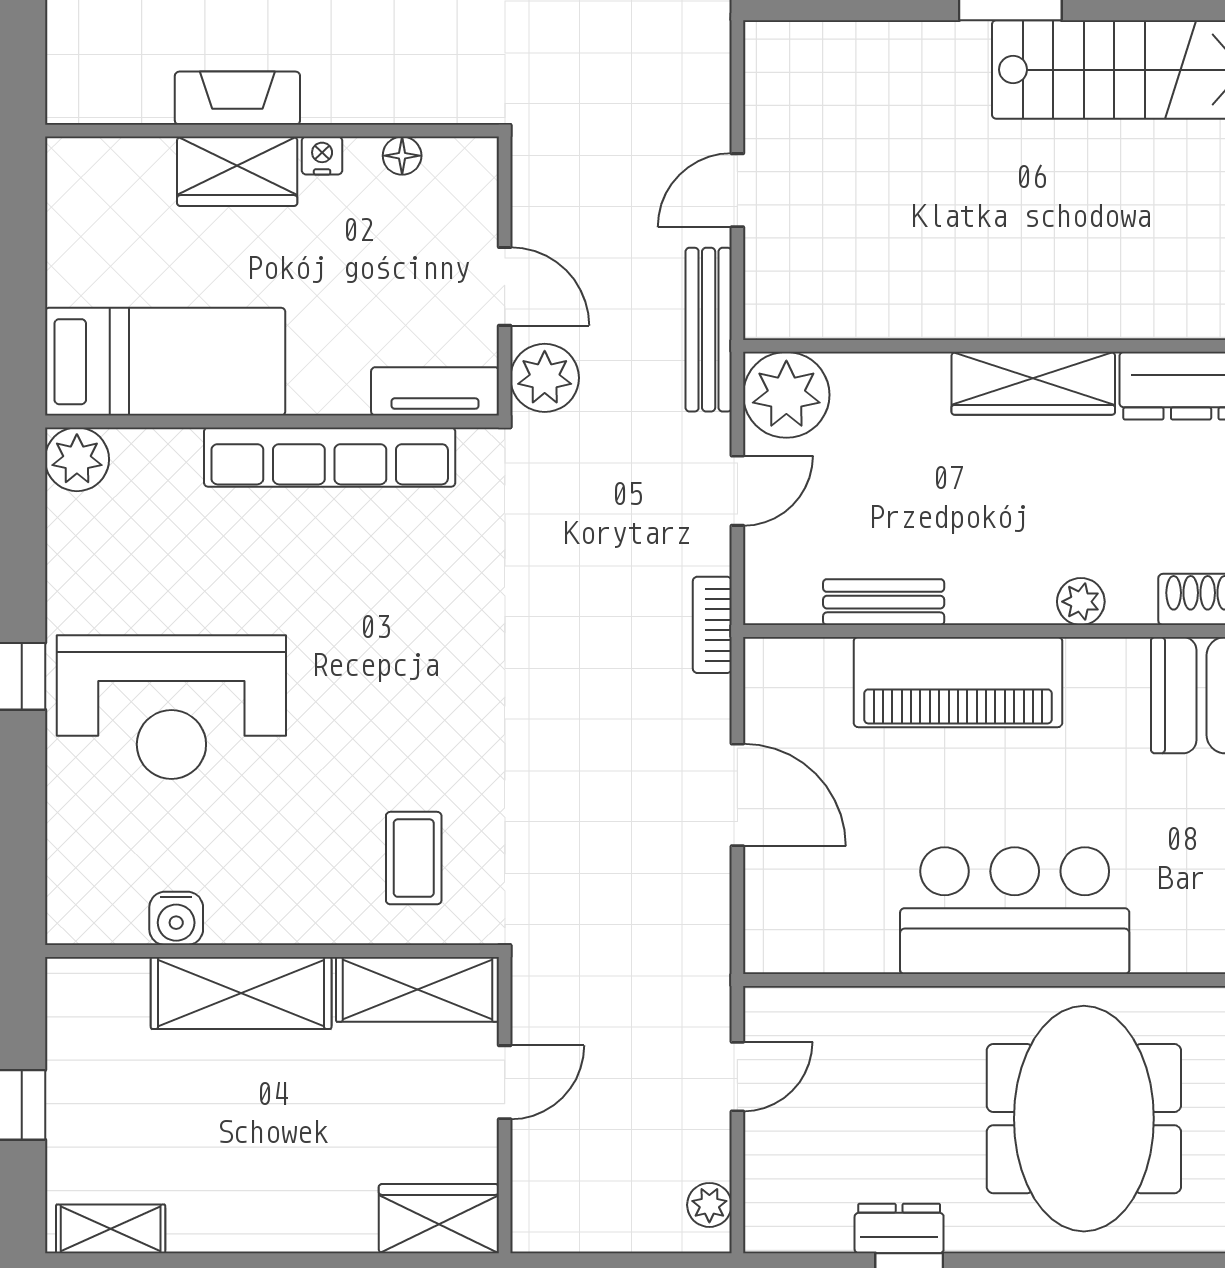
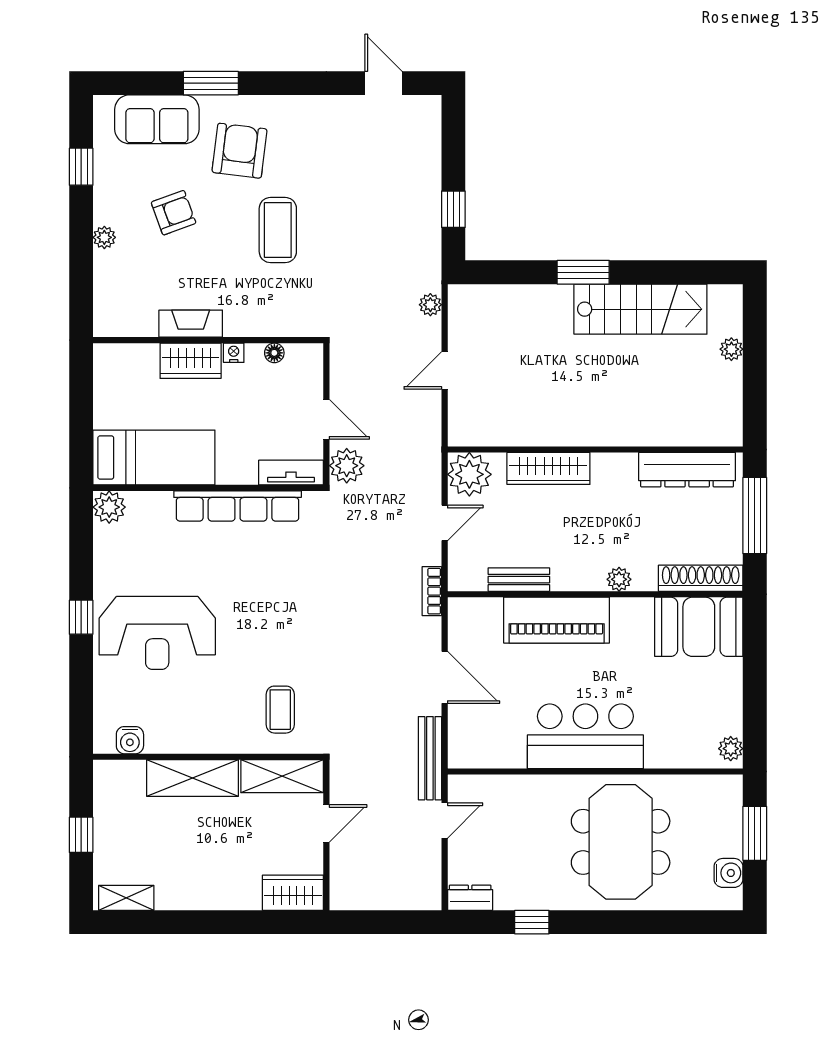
bench: (709, 330) -> (430, 758), moved
wardrobe: (1033, 383) -> (548, 468), moved
water cooler: (176, 918) -> (130, 740), moved
plant: (709, 1205) -> (430, 305), moved
dresser: (899, 1229) -> (470, 898), moved

